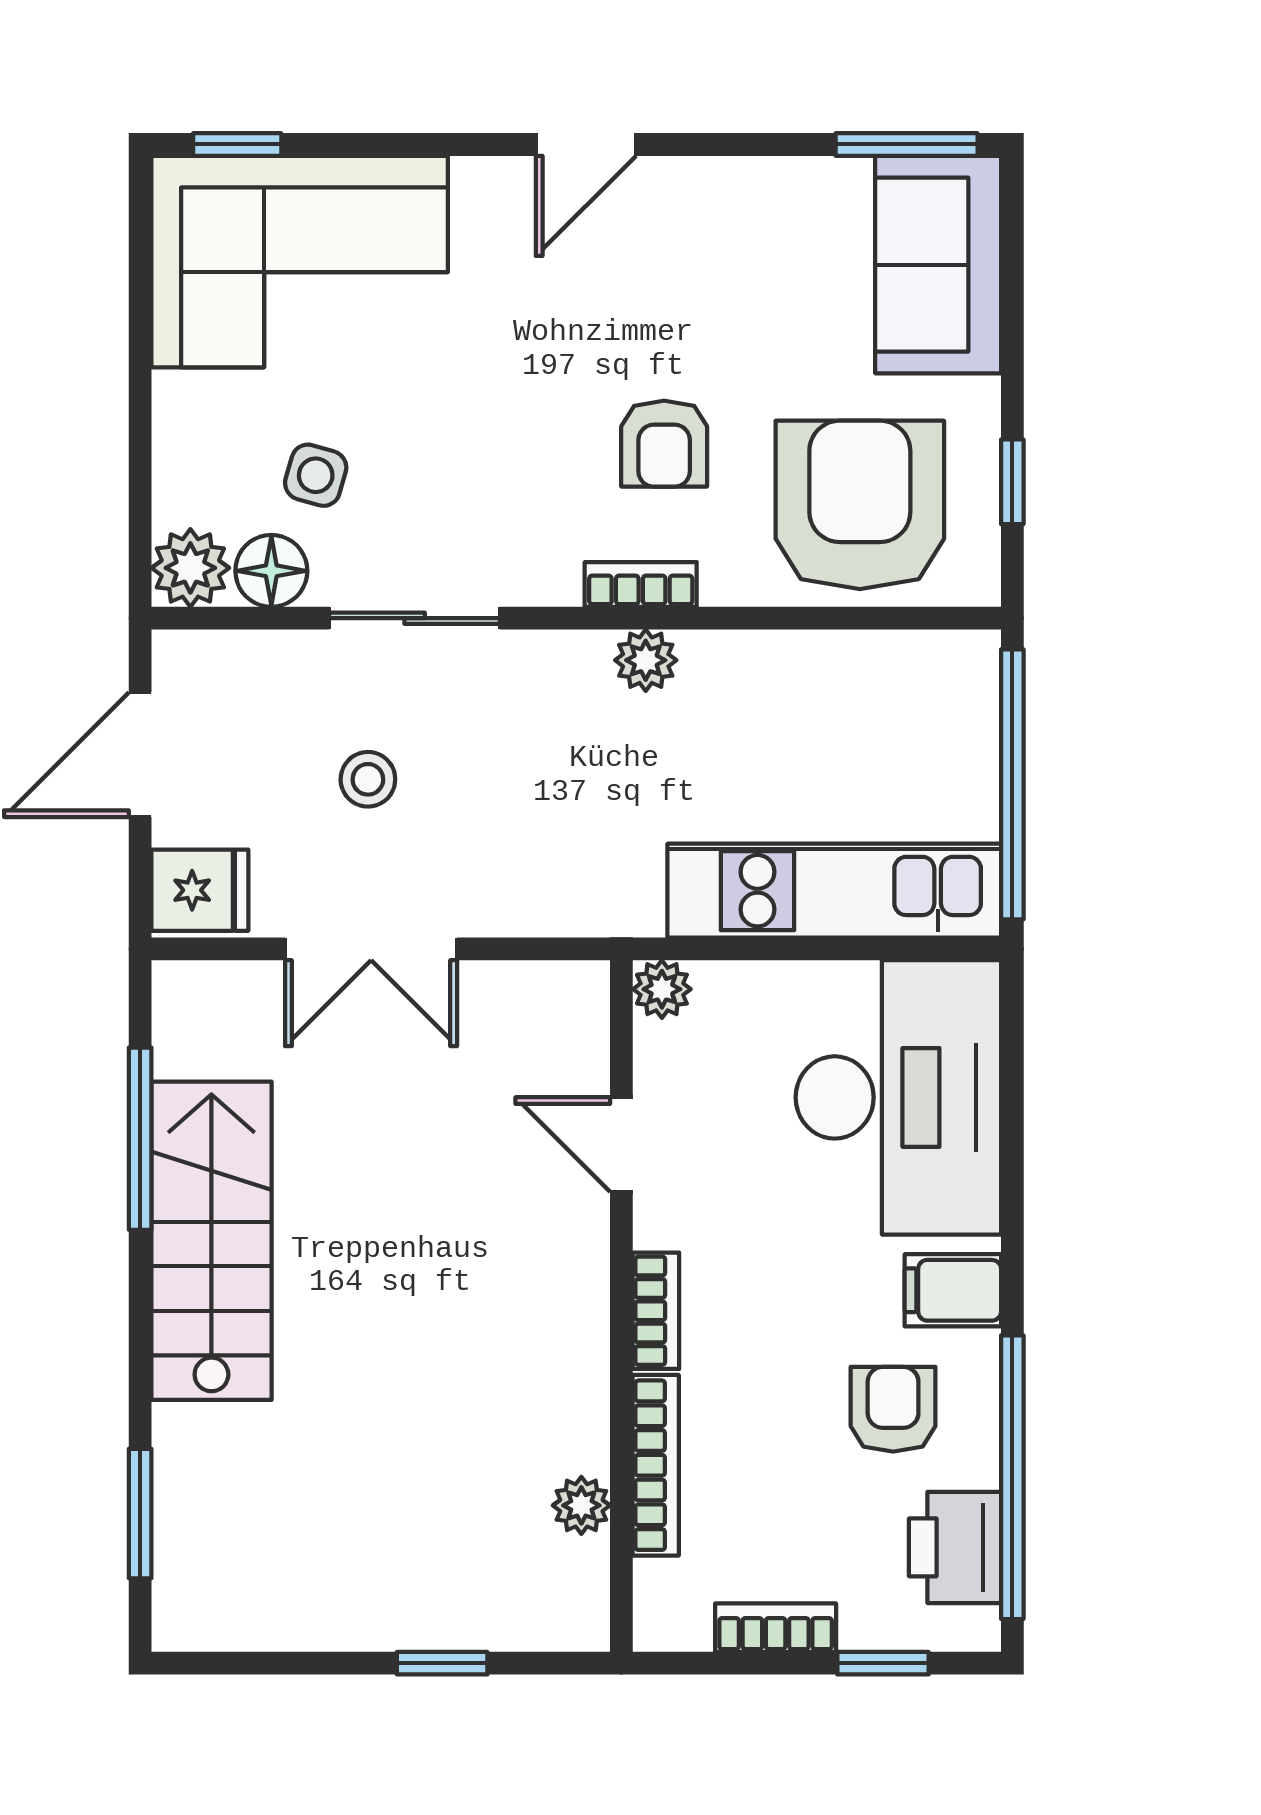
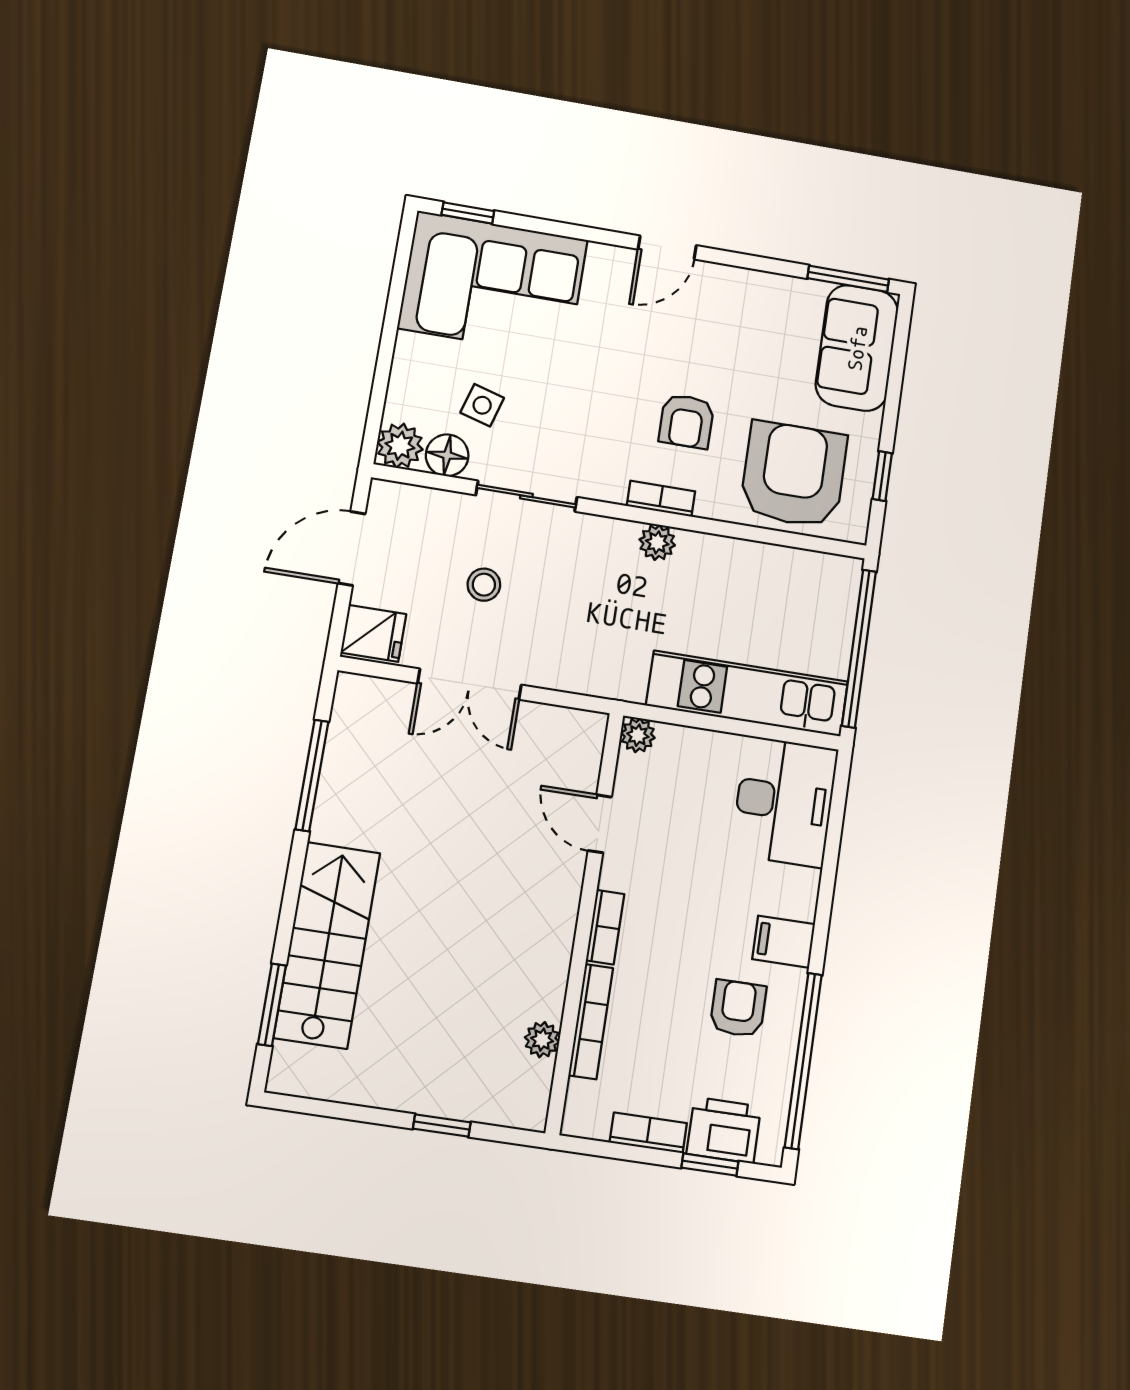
desk: (898, 1097) -> (784, 802), width x0.73, depth x0.77
stairs: (211, 1241) -> (327, 945), moved
printer: (955, 1547) -> (724, 1130), moved, turned 90

